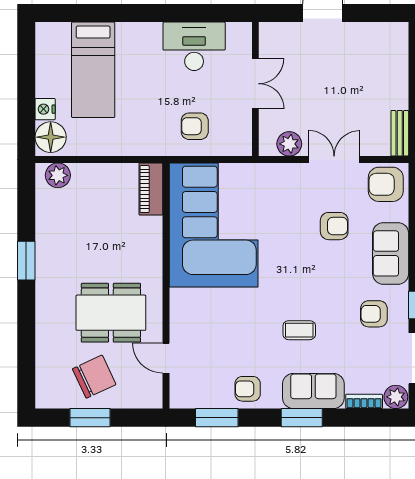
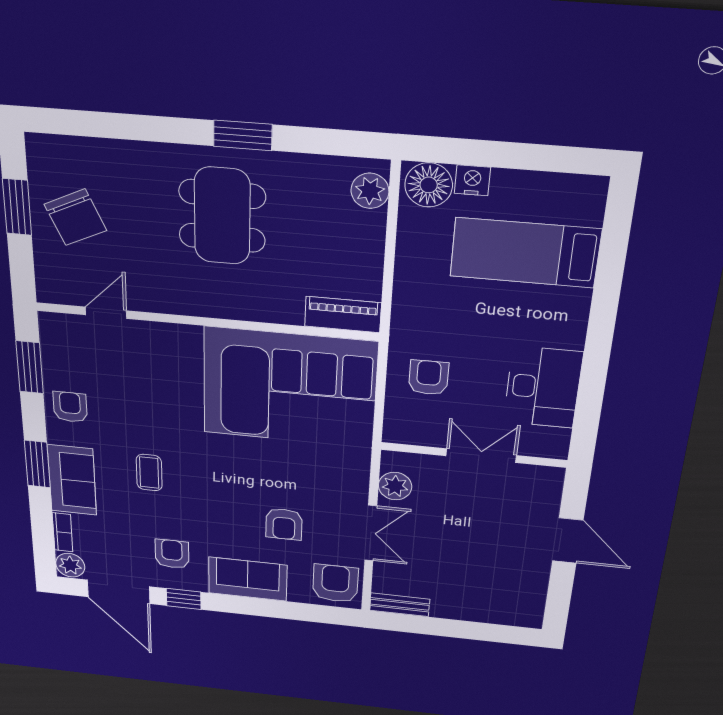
double door: (255, 84) -> (481, 456), swing flipped
dining table: (111, 313) -> (222, 216), moved

